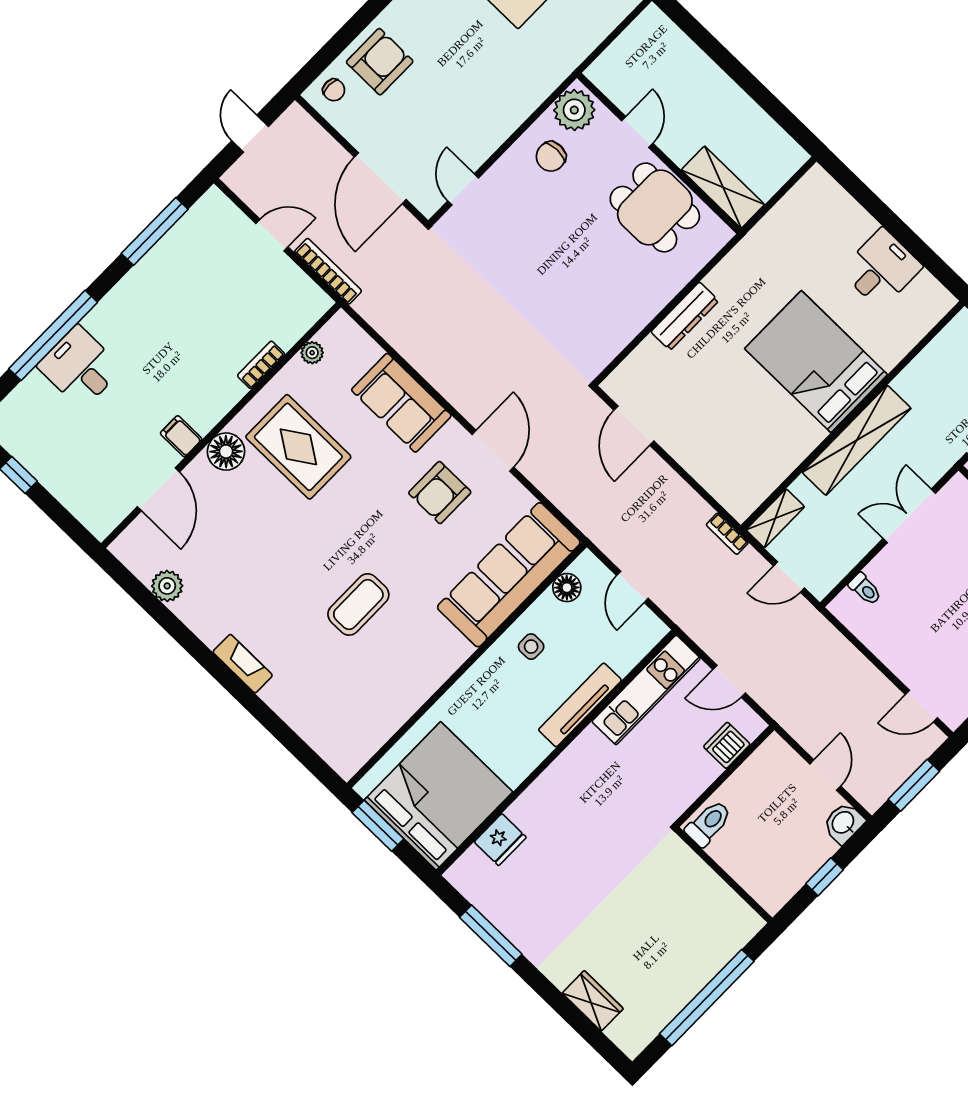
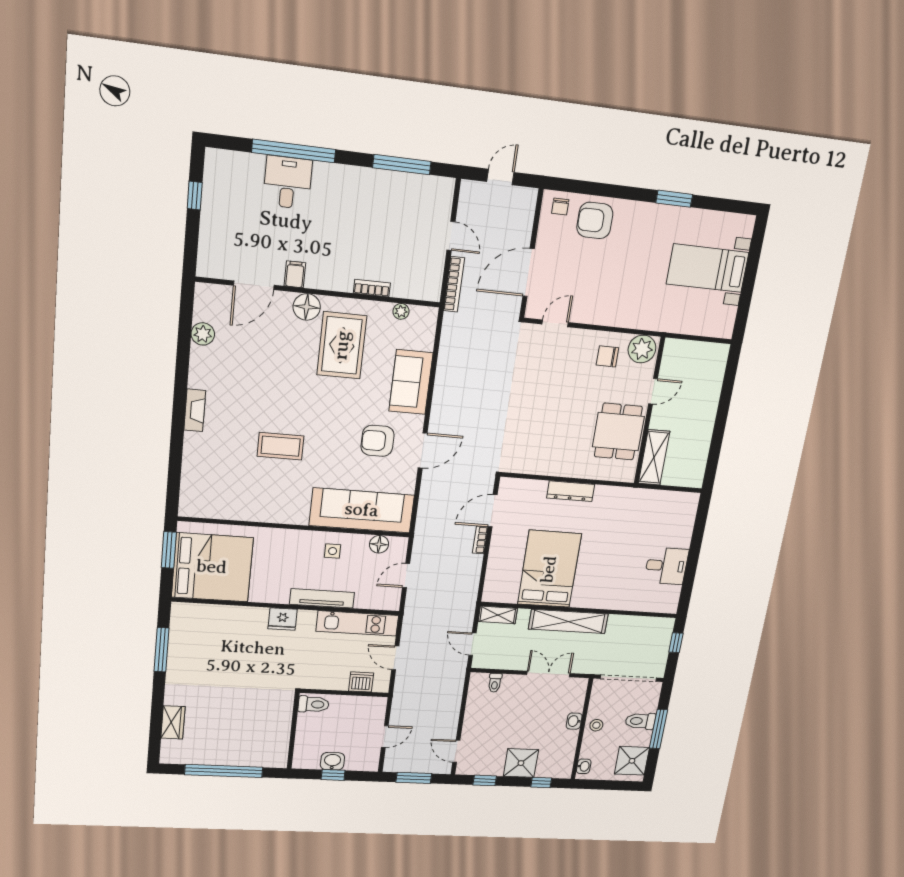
armchair: (380, 62) -> (595, 220), turned 180
bed: (816, 362) -> (549, 569), moved
bookcase: (727, 534) -> (480, 540), moved
washbasin: (844, 823) -> (332, 761), moved
fridge: (500, 840) -> (283, 619), moved

